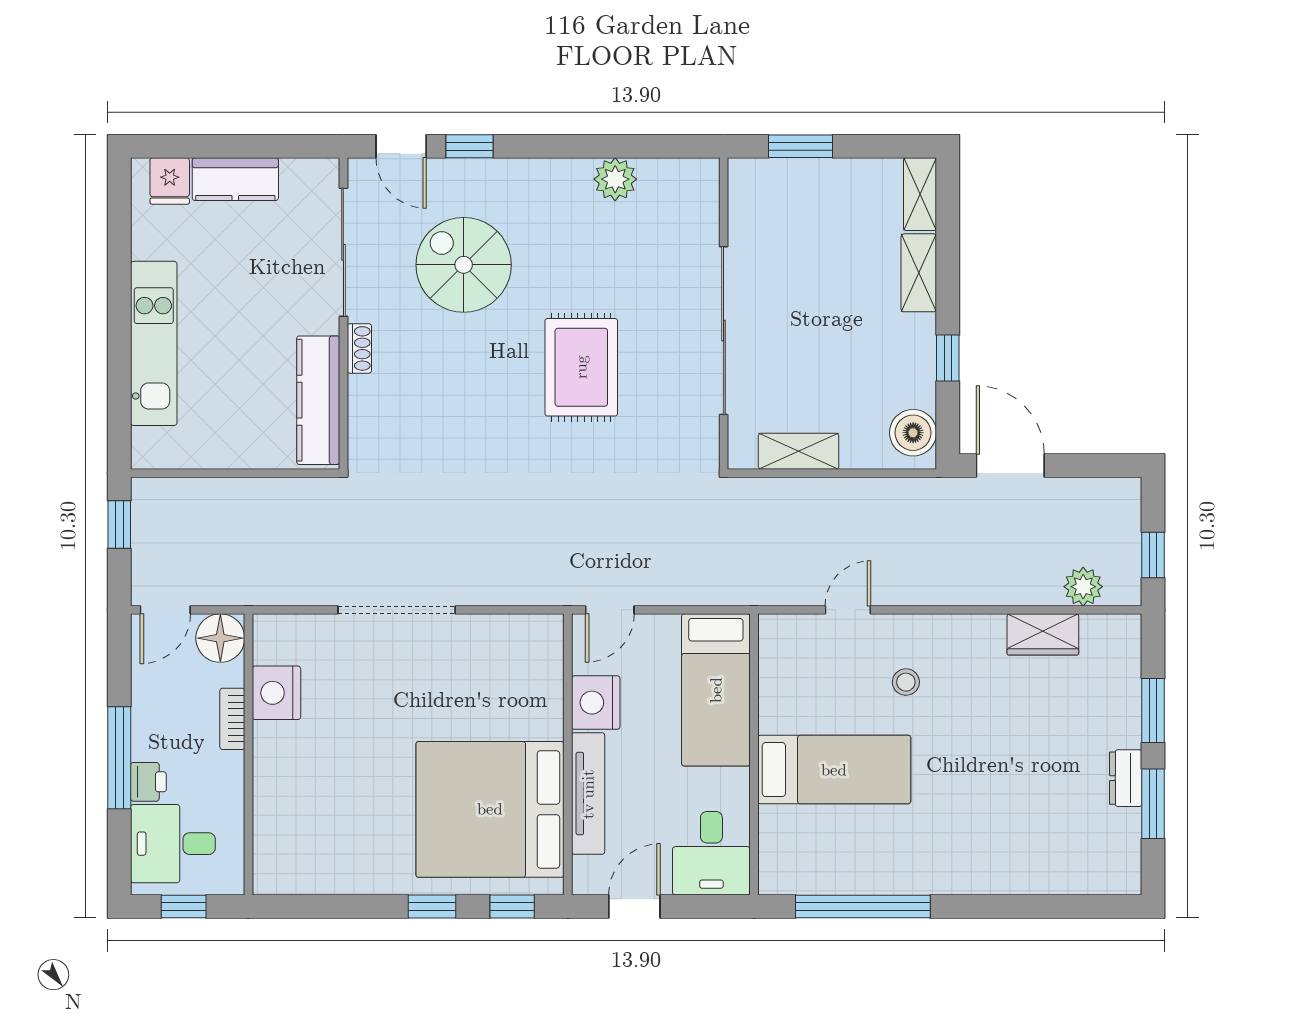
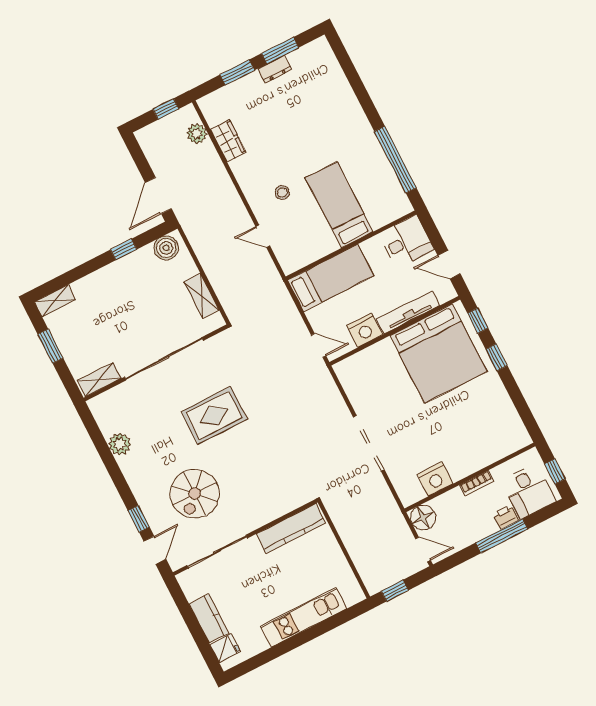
window: (800, 146) -> (50, 346), moved
shelving: (919, 273) -> (99, 380), moved
shoe rack: (359, 348) -> (257, 522), removed
bookcase: (232, 719) -> (477, 483), moved

